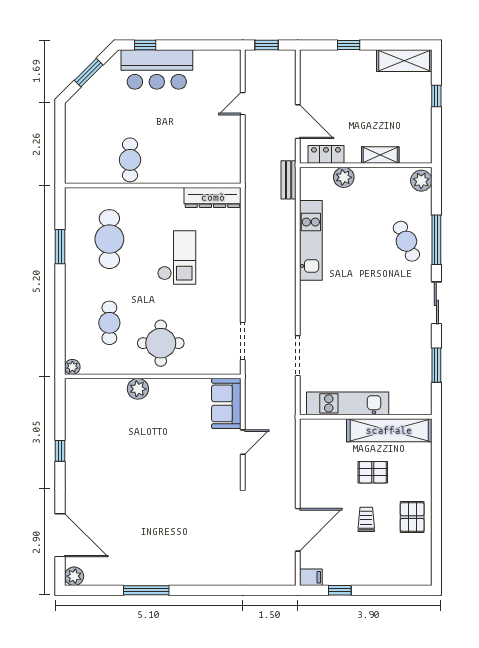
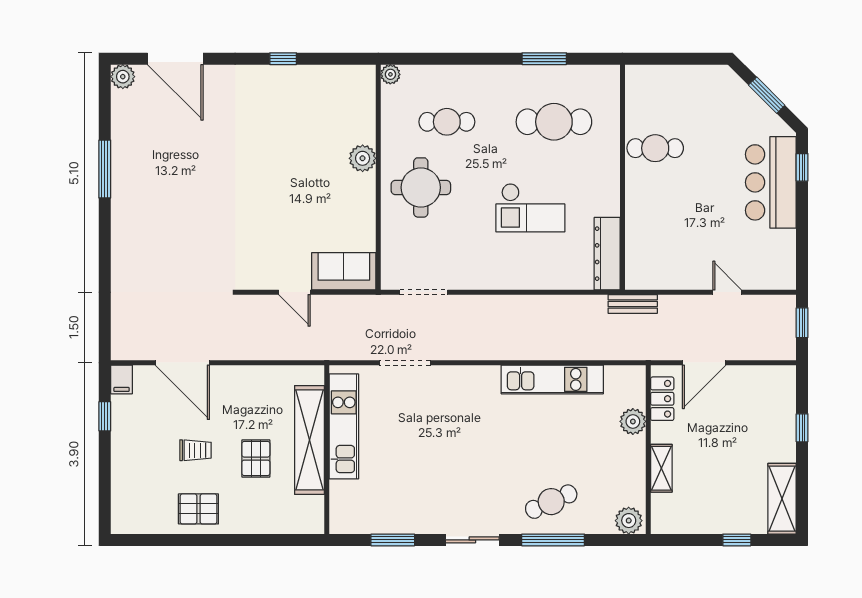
bench: (289, 180) -> (633, 304), moved
shelving: (389, 430) -> (310, 440), moved
door: (60, 535) -> (175, 59), hinge flipped

